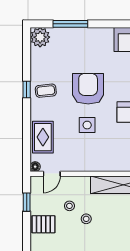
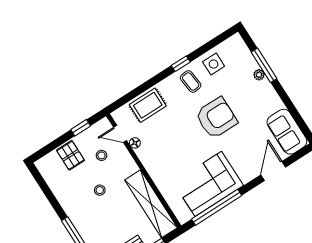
plant: (40, 37) -> (259, 75), moved, width x0.53, depth x0.53
side table: (87, 125) -> (214, 64), moved
floor lamp: (35, 167) -> (135, 143), moved
stool: (69, 206) -> (101, 155), moved

